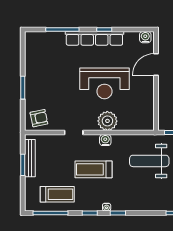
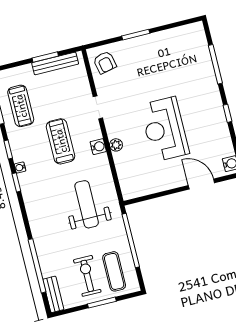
row of seats: (94, 38) -> (214, 104), removed
plant: (107, 121) -> (116, 145), width x0.53, depth x0.53

